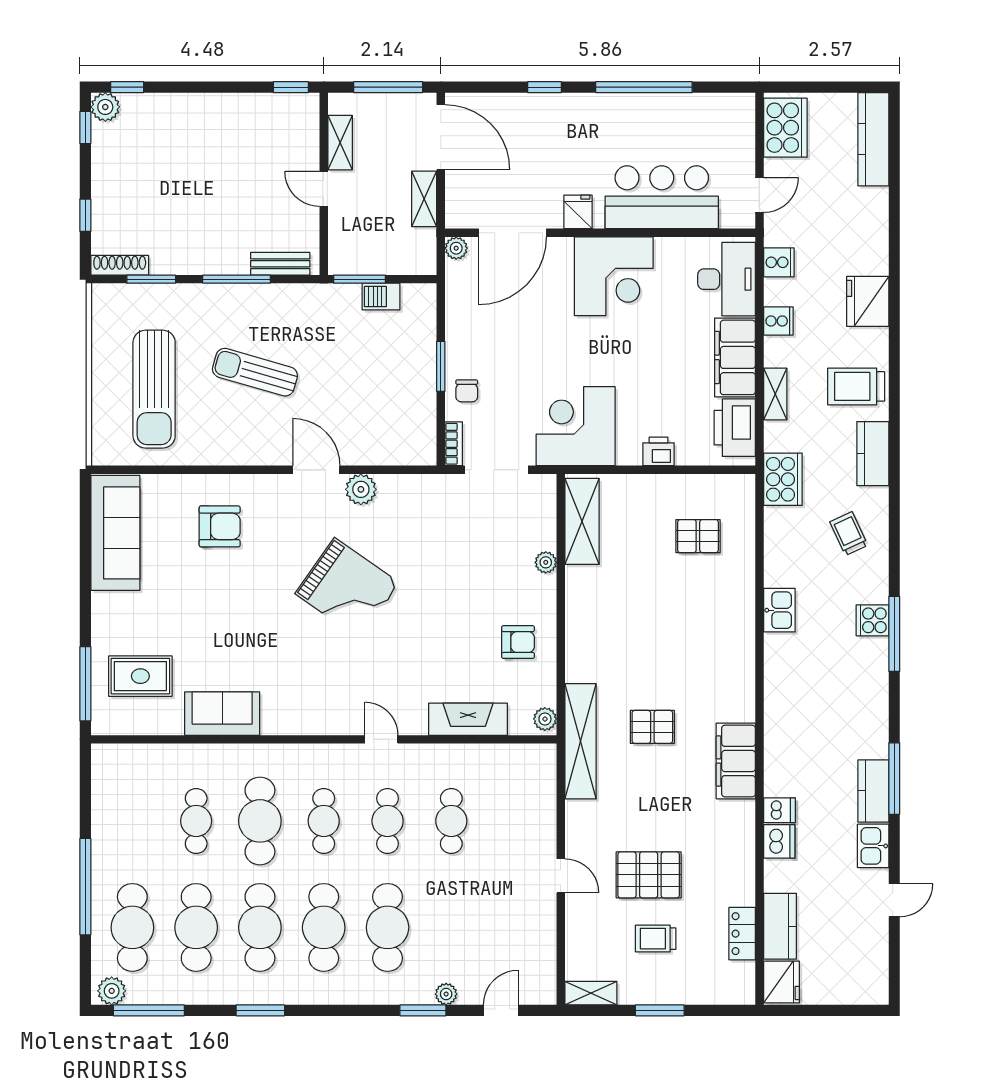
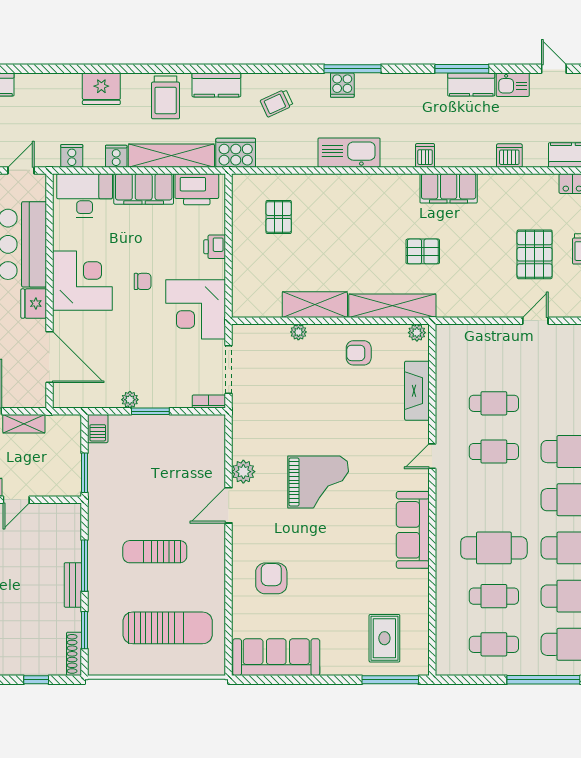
door: (759, 195) -> (21, 170), hinge flipped
fridge: (578, 212) -> (34, 304), width x1.38
plant: (456, 248) -> (130, 400), moved
bench: (280, 264) -> (73, 585), moved
barbecue: (381, 297) -> (98, 429), moved
sun lounger: (255, 372) -> (155, 552), turned 74
chair: (467, 391) -> (143, 281), moved
shelving: (775, 394) -> (171, 156), width x2.20, depth x1.33
shelving: (582, 521) -> (315, 305), moved
grand piano: (347, 588) -> (318, 482), turned 55
kitchen sink: (779, 610) -> (349, 153), width x1.87, depth x1.24
armchair: (518, 642) -> (359, 353), turned -90
sofa: (222, 714) -> (413, 530), moved, width x1.36
pallet: (652, 727) -> (423, 251), turned 90
shelving: (580, 741) -> (392, 306), moved
dishwasher: (779, 810) -> (425, 155), moved
cafe table: (324, 821) -> (494, 644), moved

